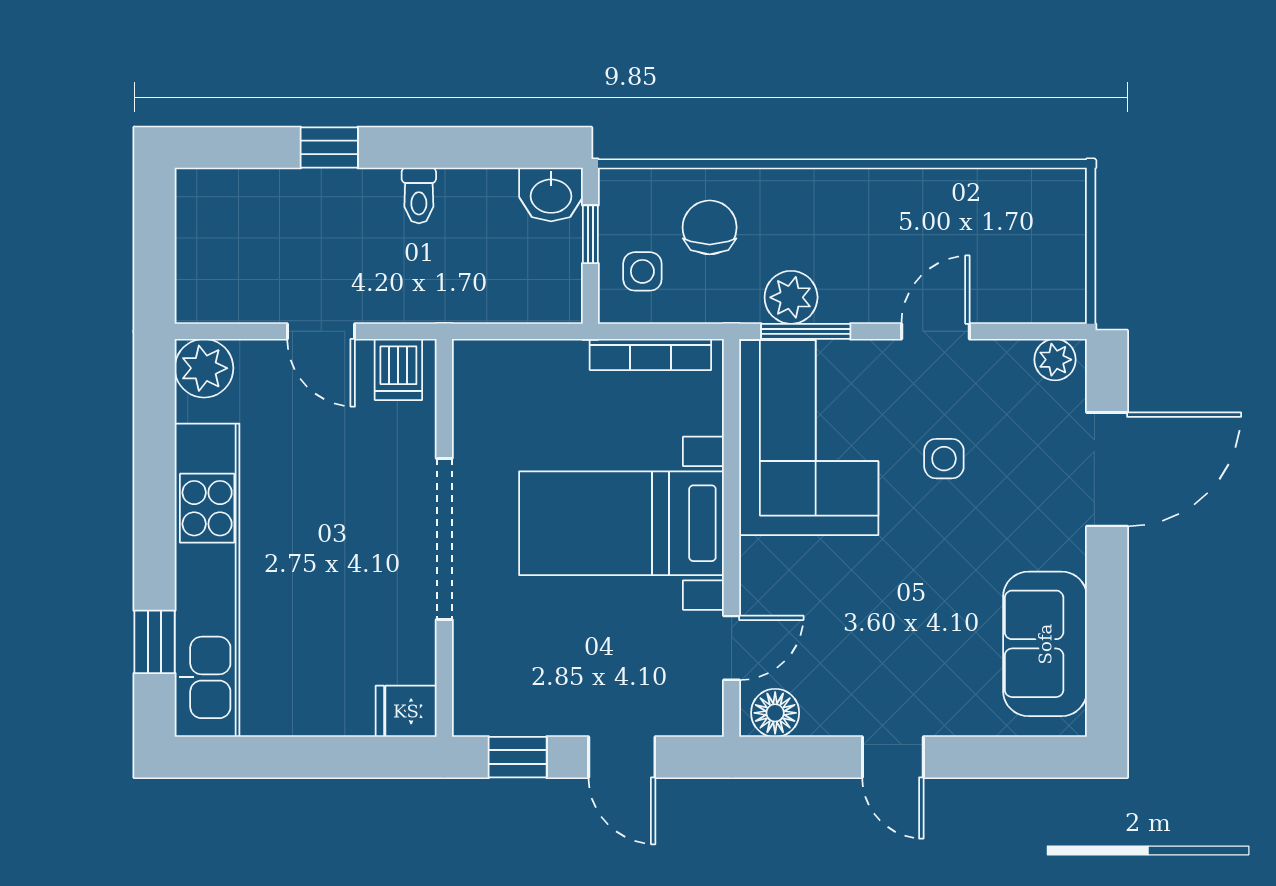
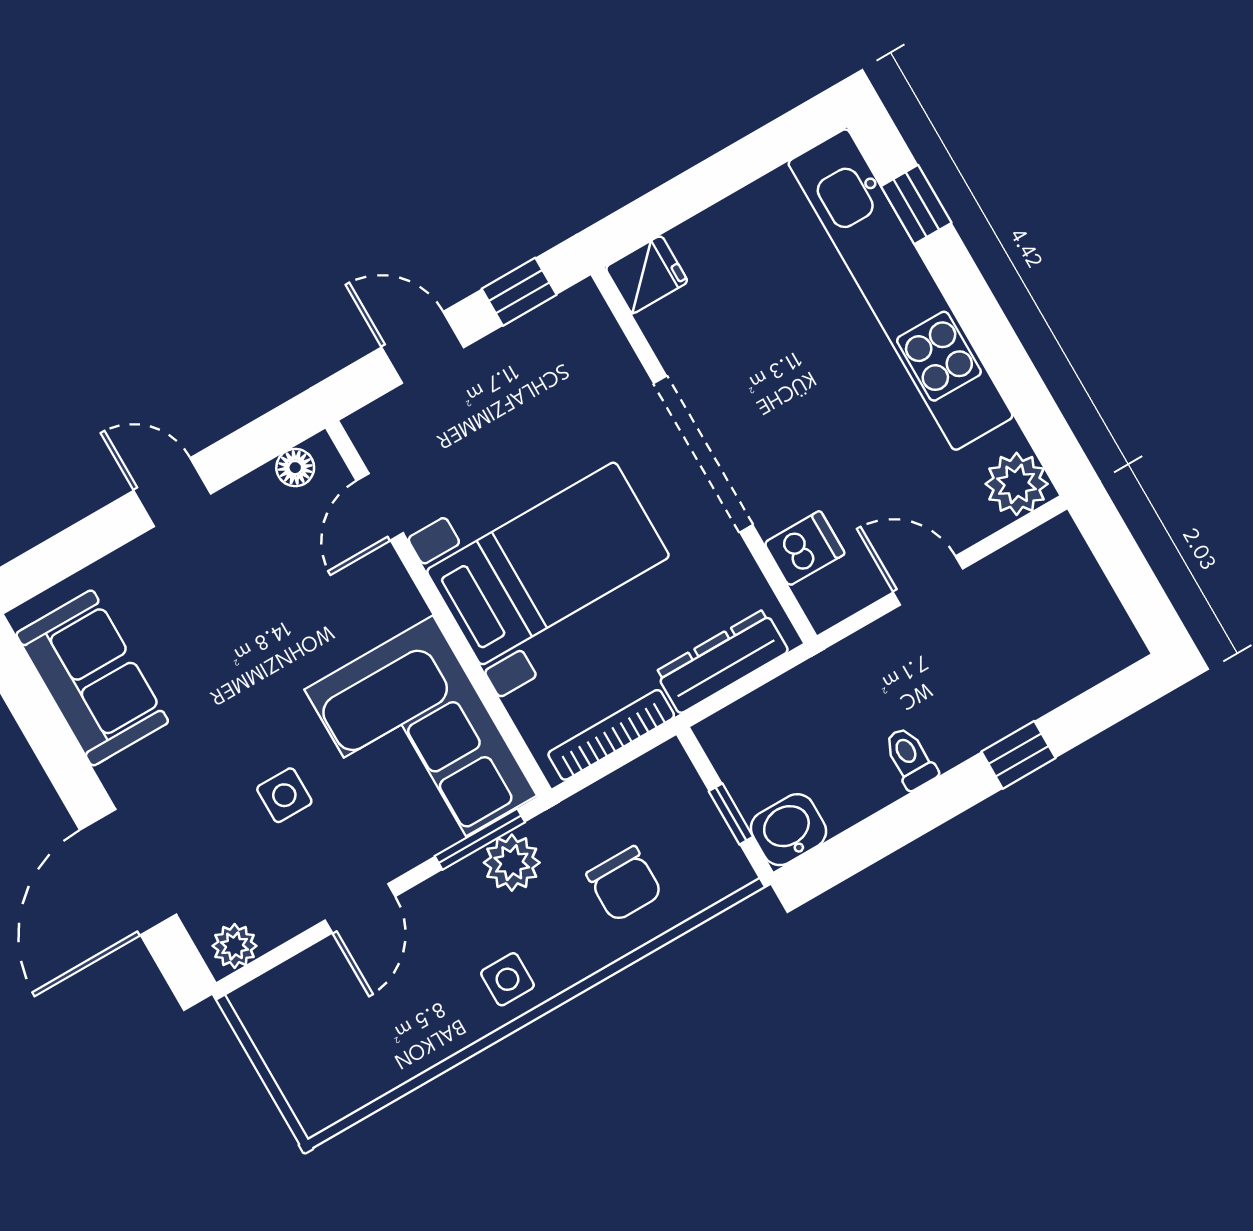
side table: (642, 271) -> (507, 979), moved
dresser: (526, 362) -> (722, 661), added
dishwasher: (398, 369) -> (805, 548), moved, turned 90
floor lamp: (775, 713) -> (295, 468), width x0.73, depth x0.73

